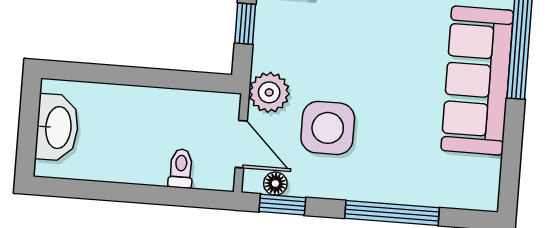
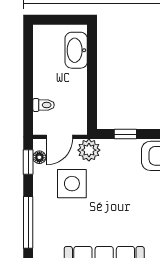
washbasin: (57, 127) -> (76, 50), moved, turned 90

